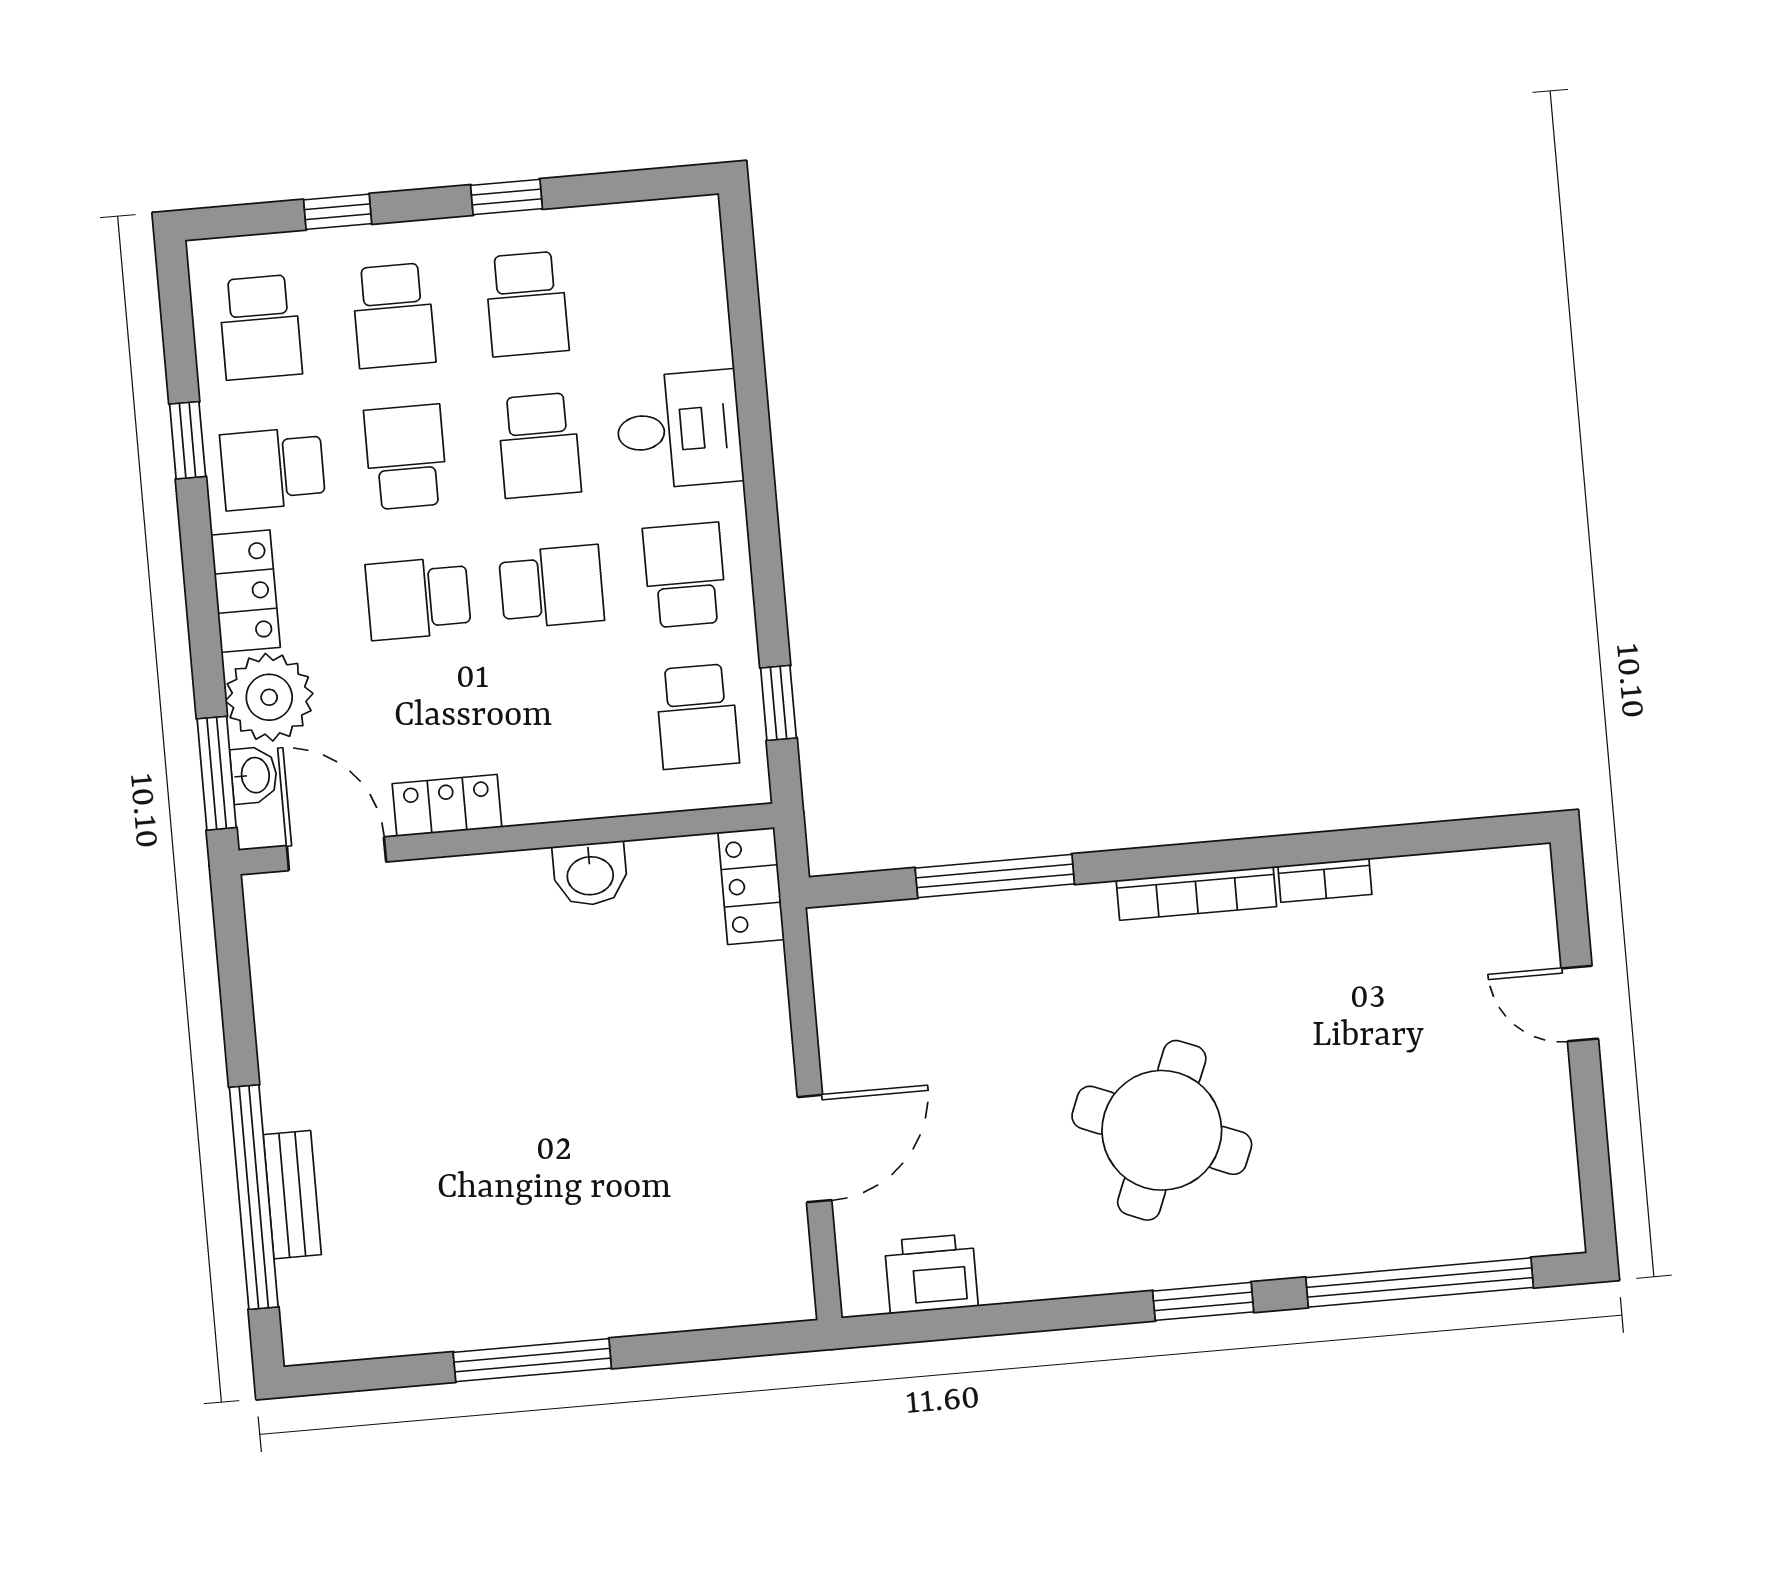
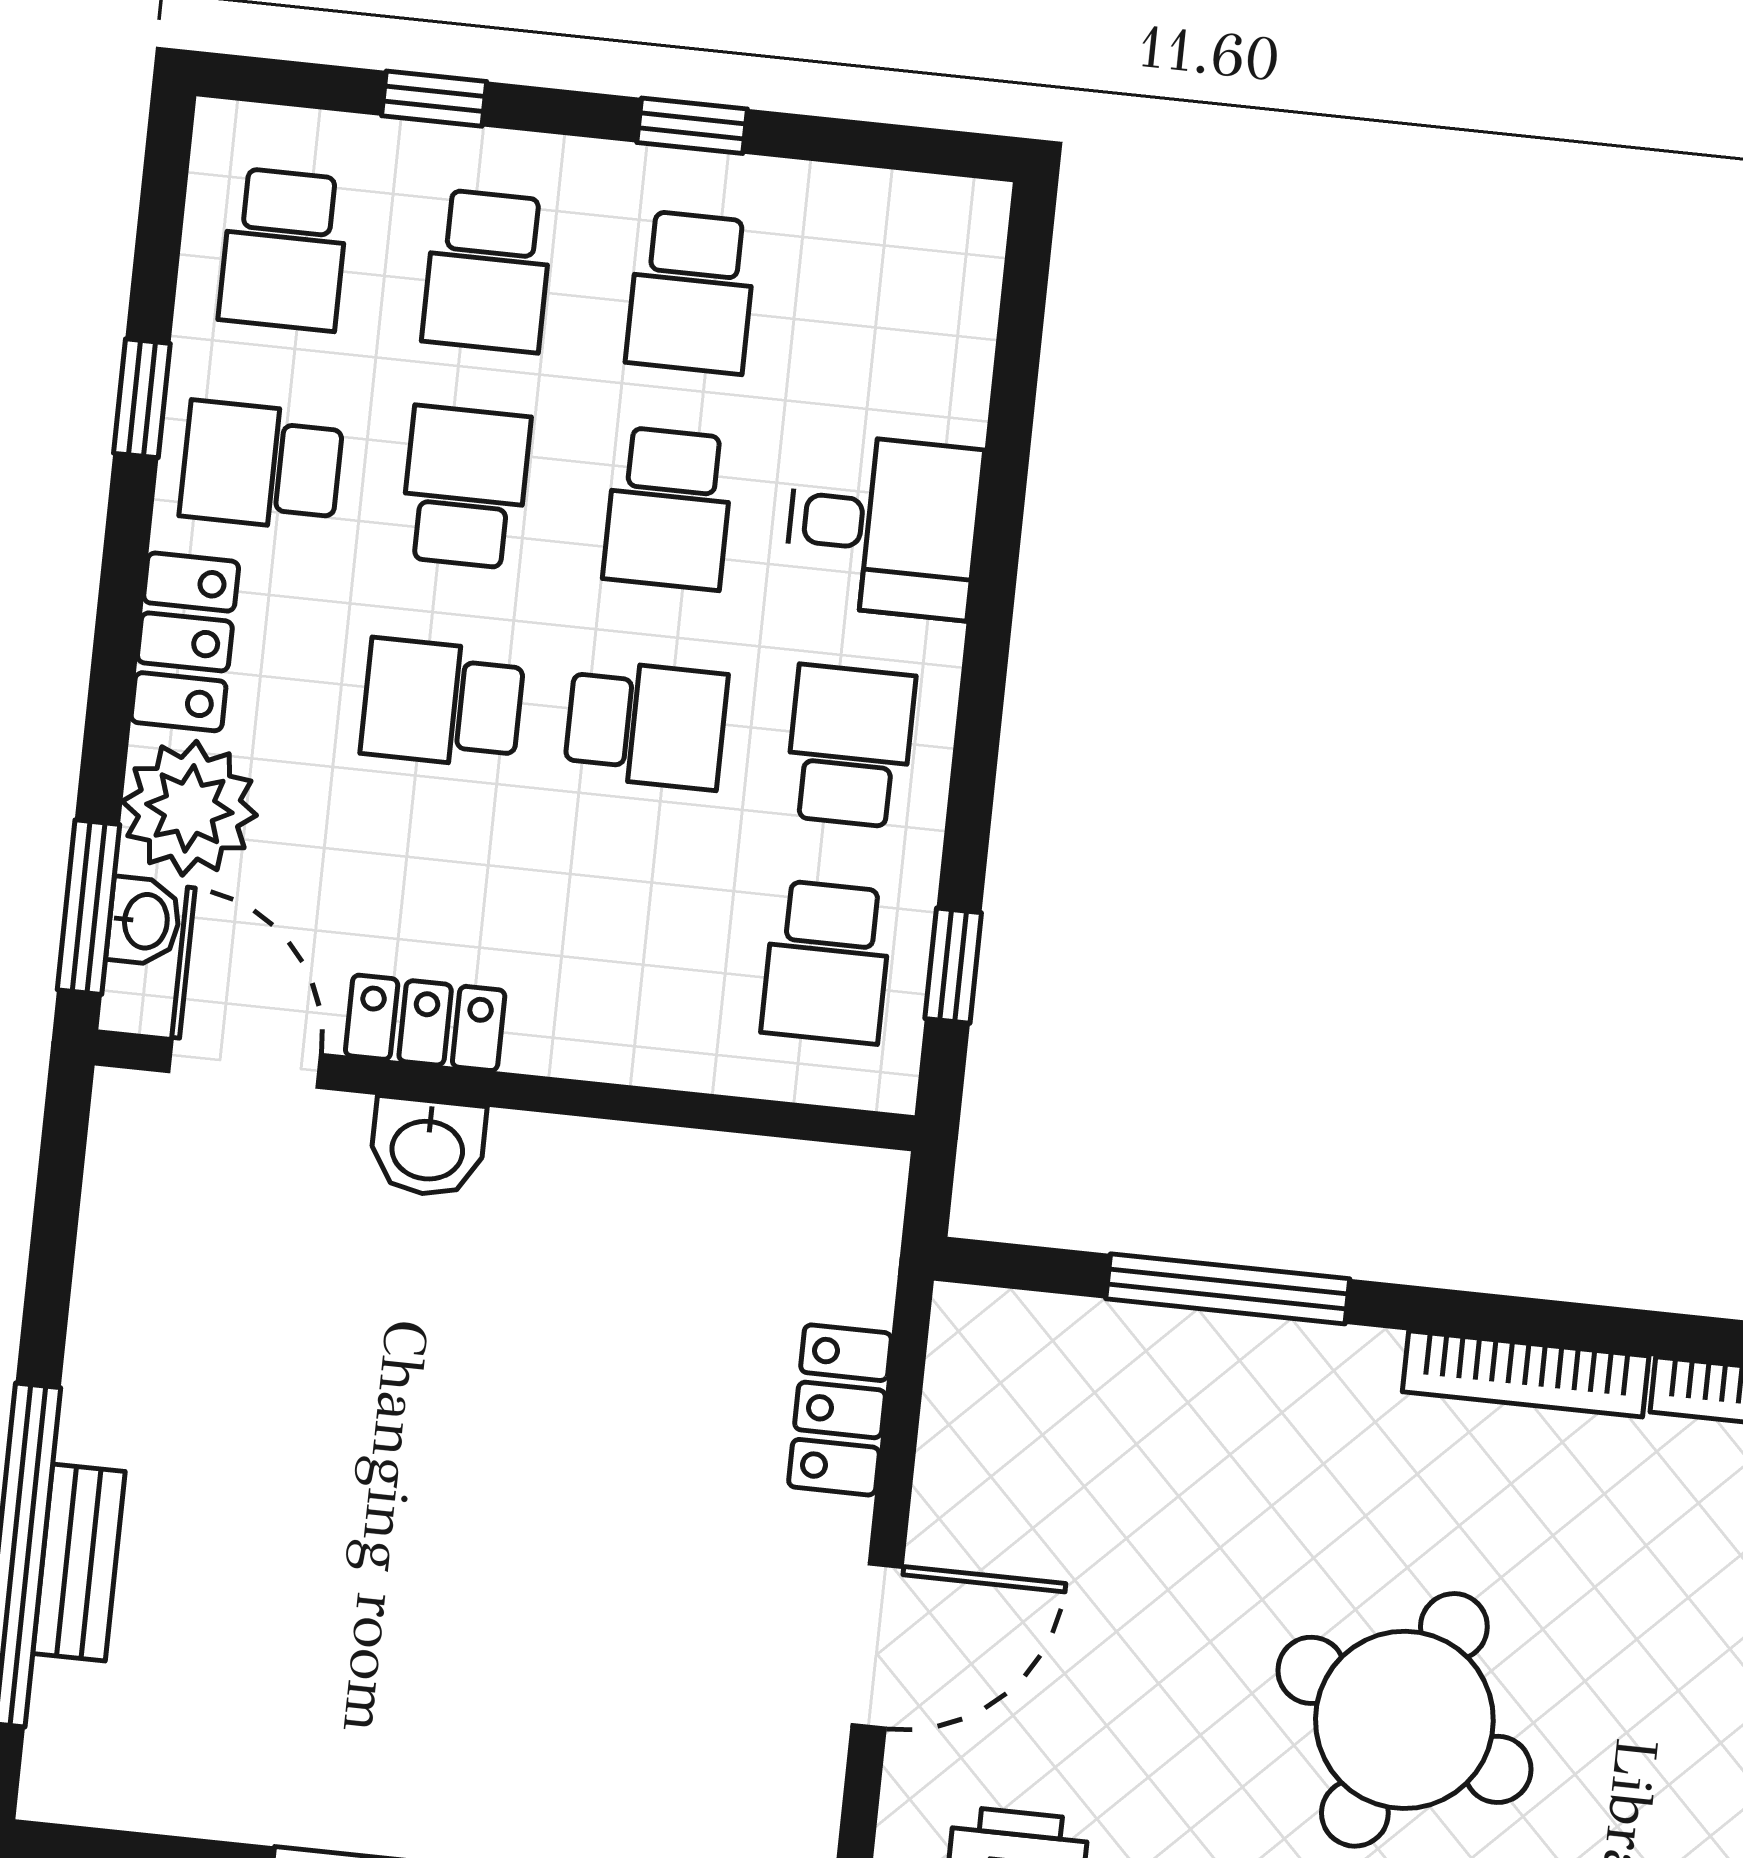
washbasin: (590, 874) -> (428, 1147), moved
locker: (751, 886) -> (840, 1410), moved

